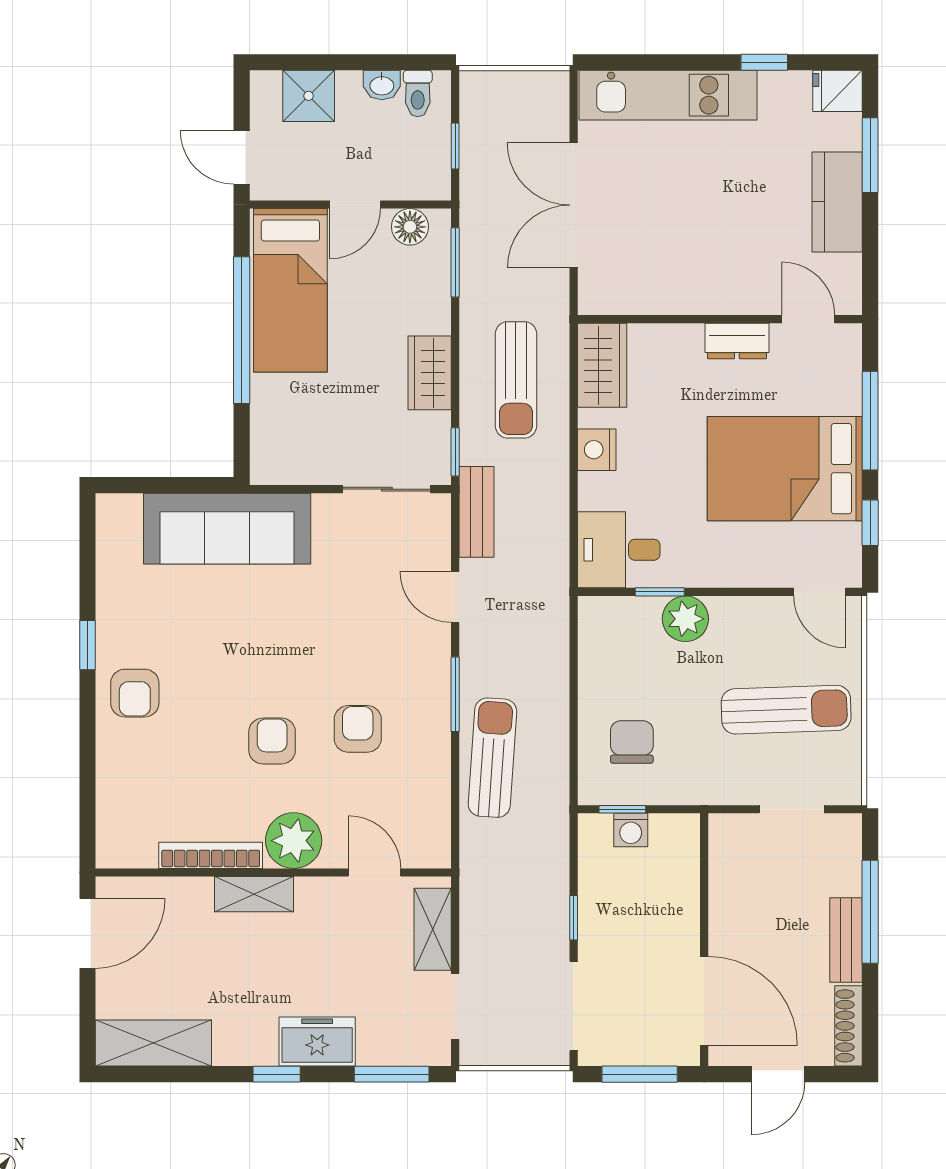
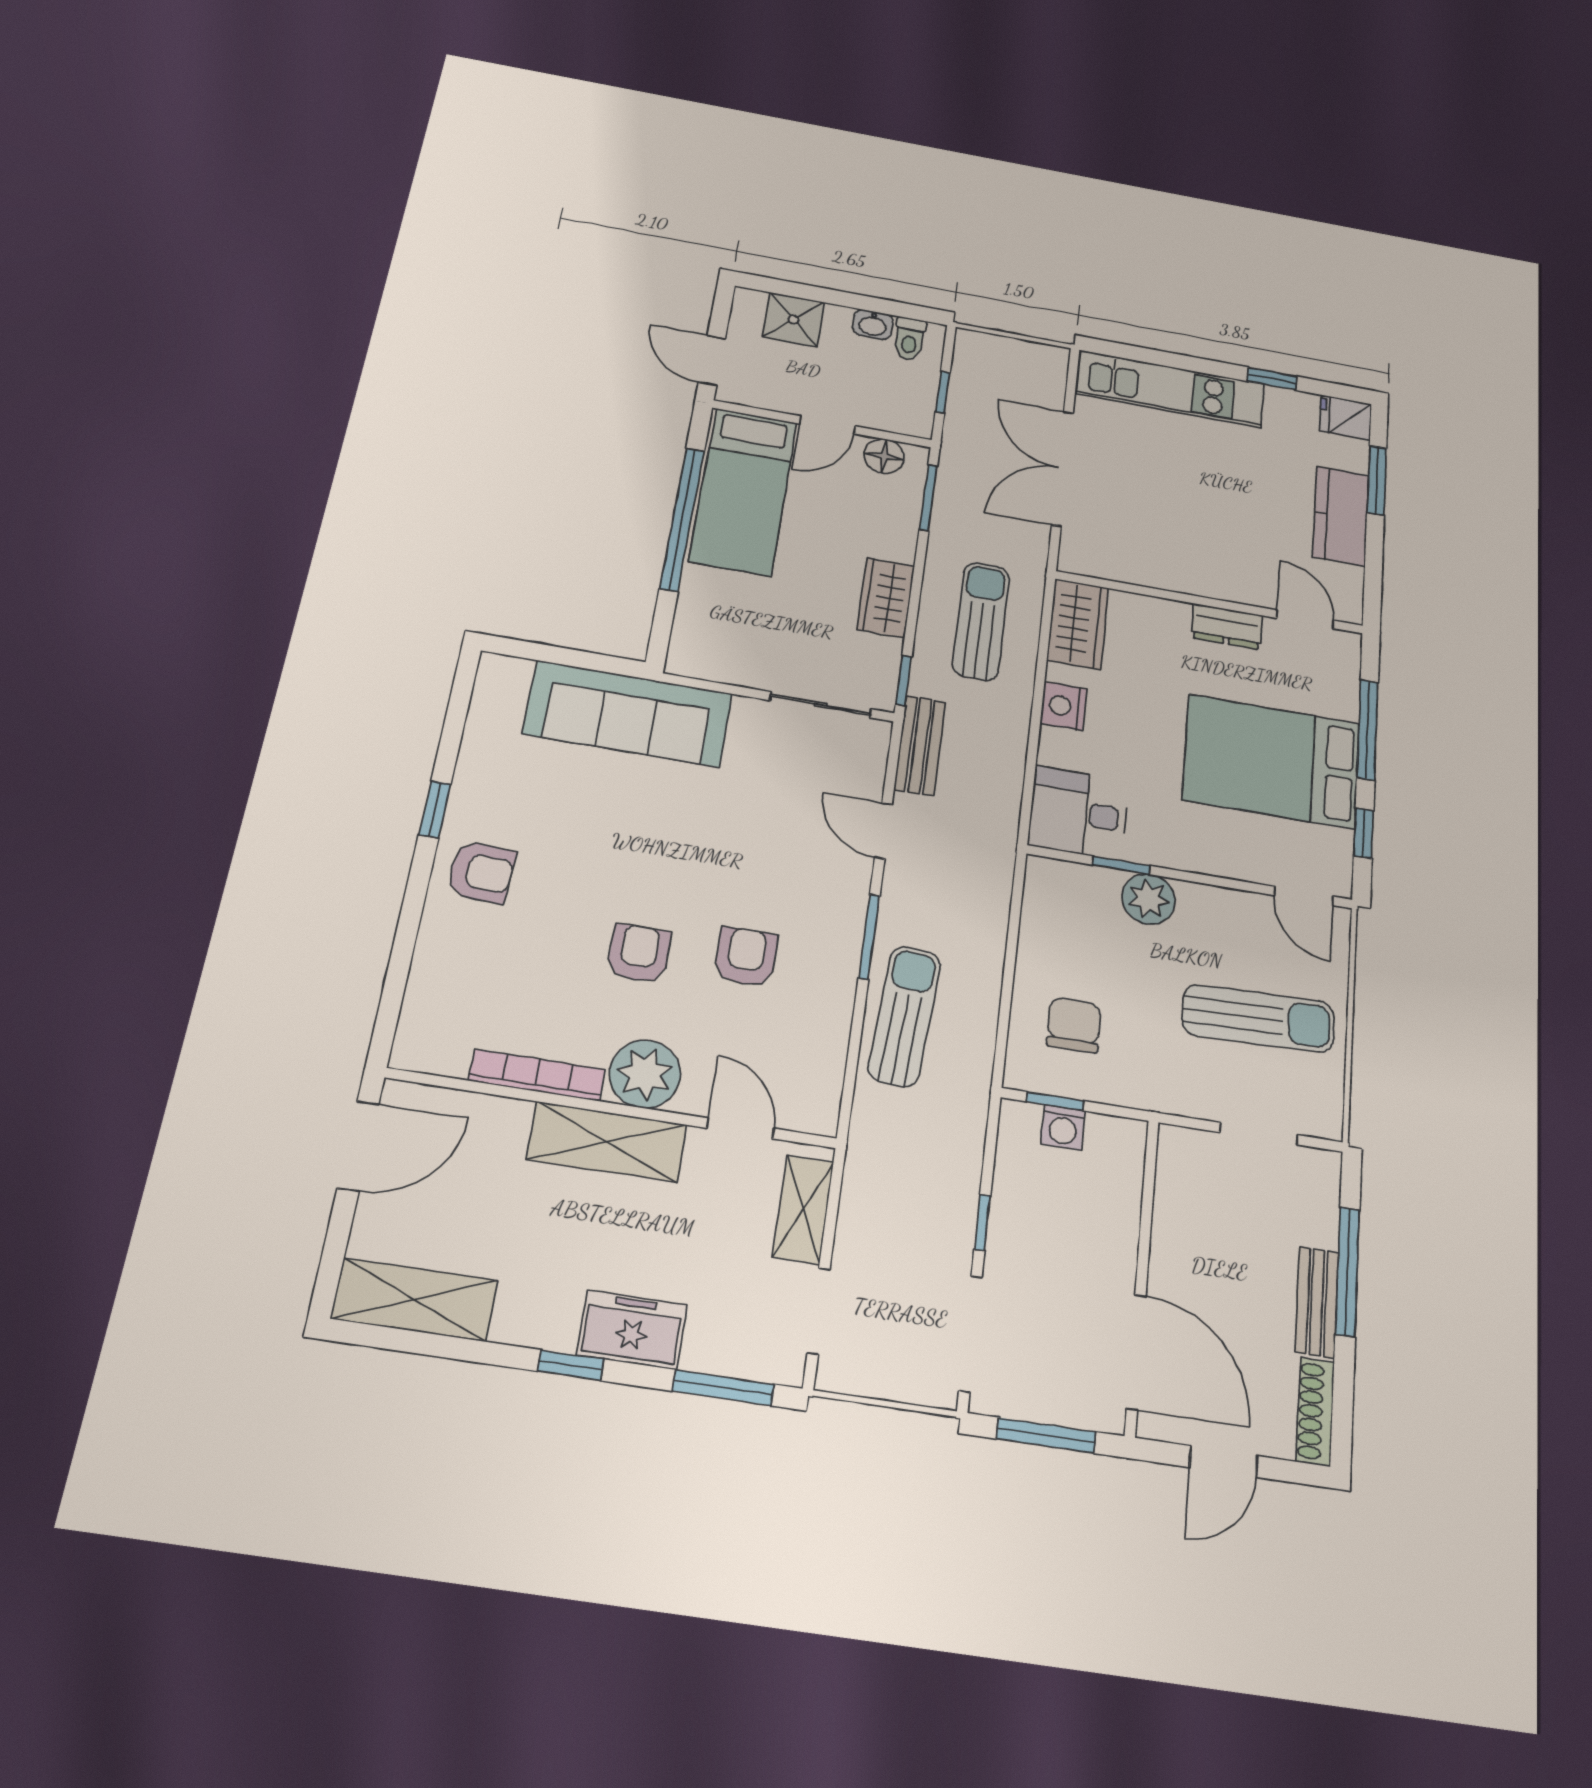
sun lounger: (516, 380) -> (981, 621), turned 180
armchair: (135, 693) -> (481, 872), turned -87
shelving: (254, 894) -> (607, 1142), width x1.50, depth x1.33

